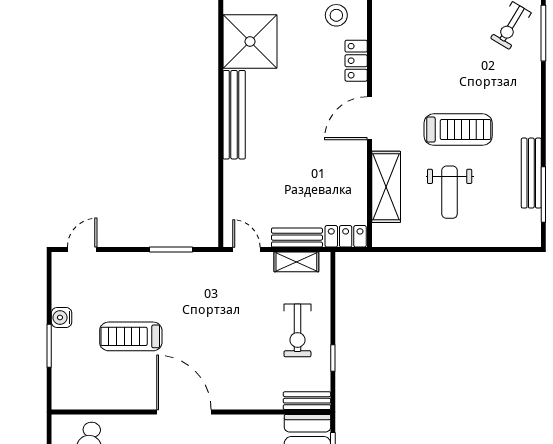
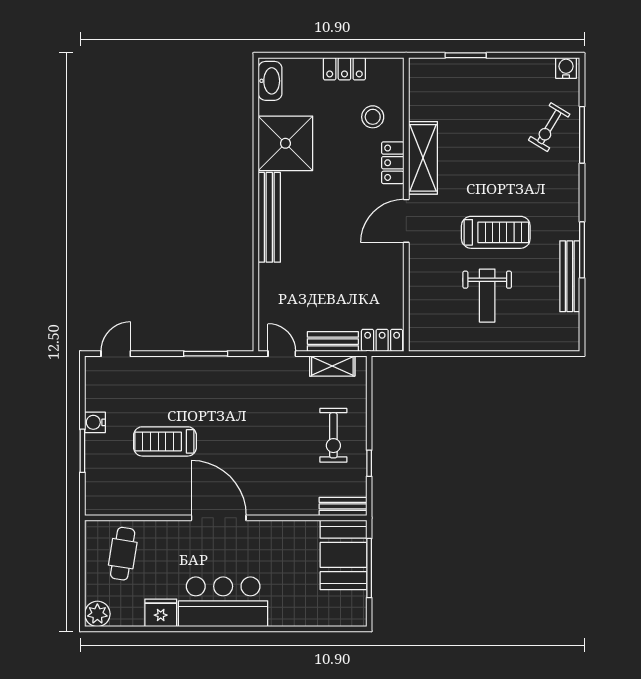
shelving: (386, 187) -> (423, 158), moved
window: (543, 195) -> (582, 250), moved

